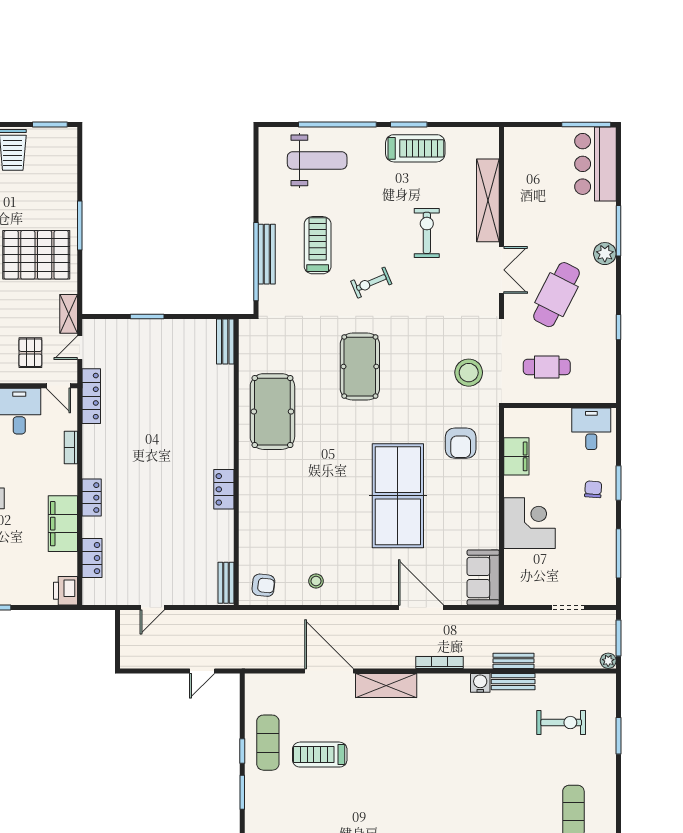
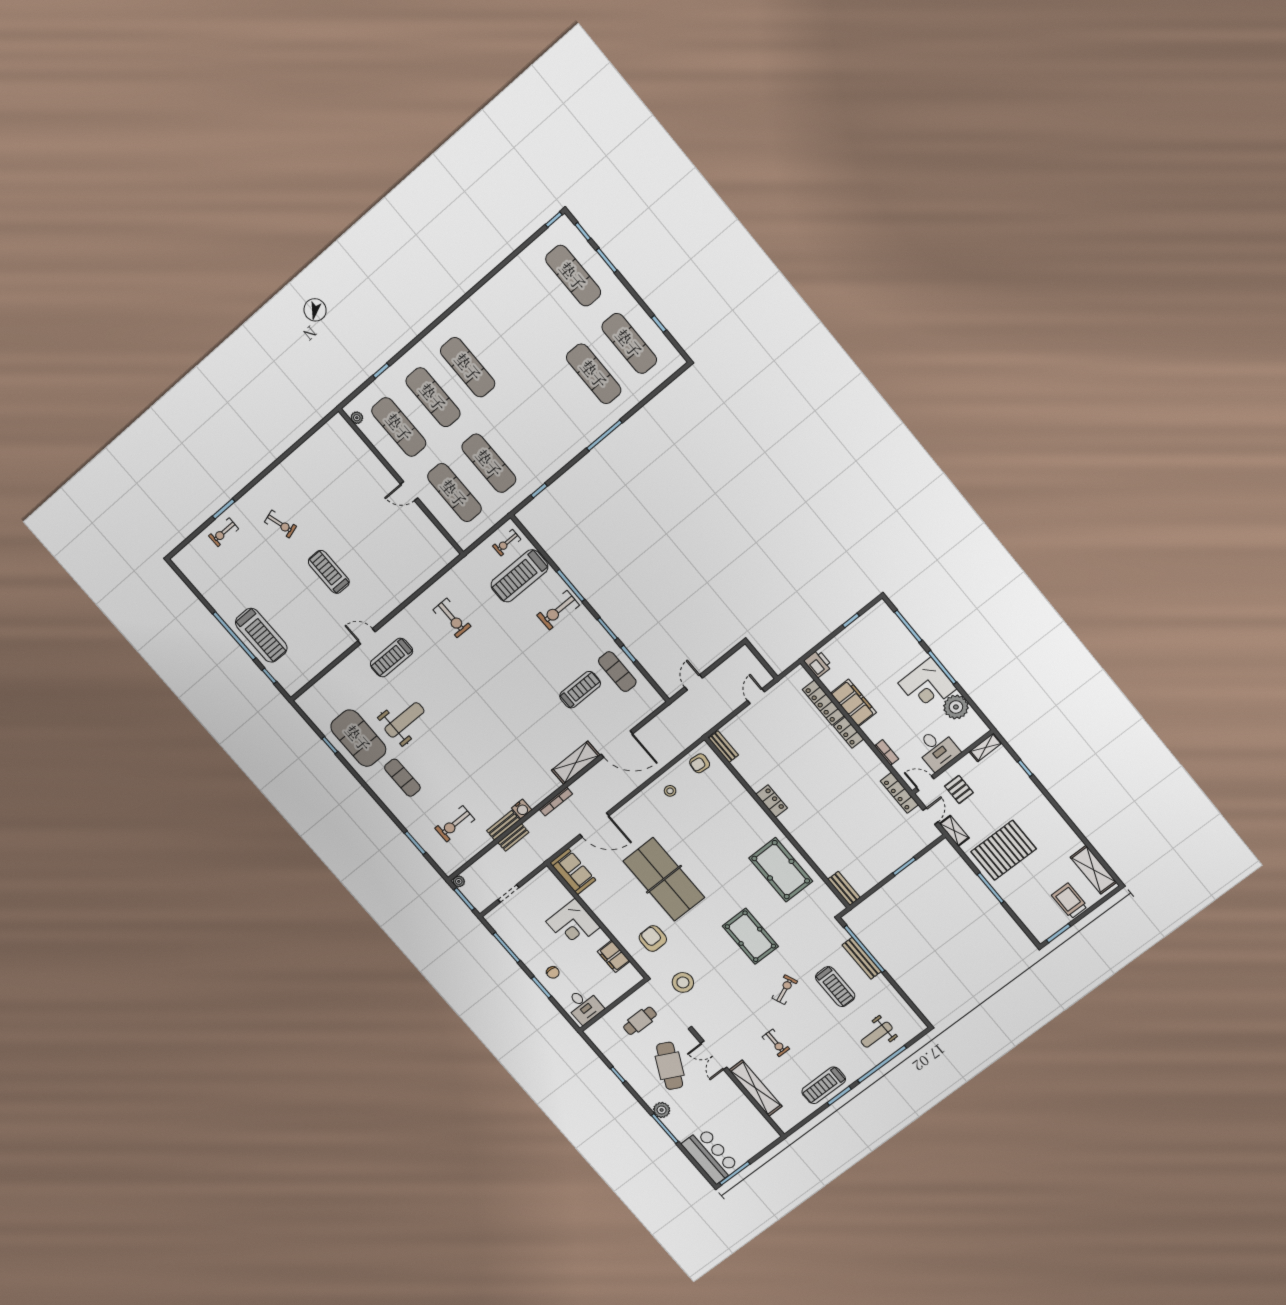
weight bench: (317, 160) -> (877, 1035), width x0.73, depth x0.75
exercise bike: (427, 233) -> (776, 1043), width x0.73, depth x0.72
locker: (92, 558) -> (823, 703), width x1.53

